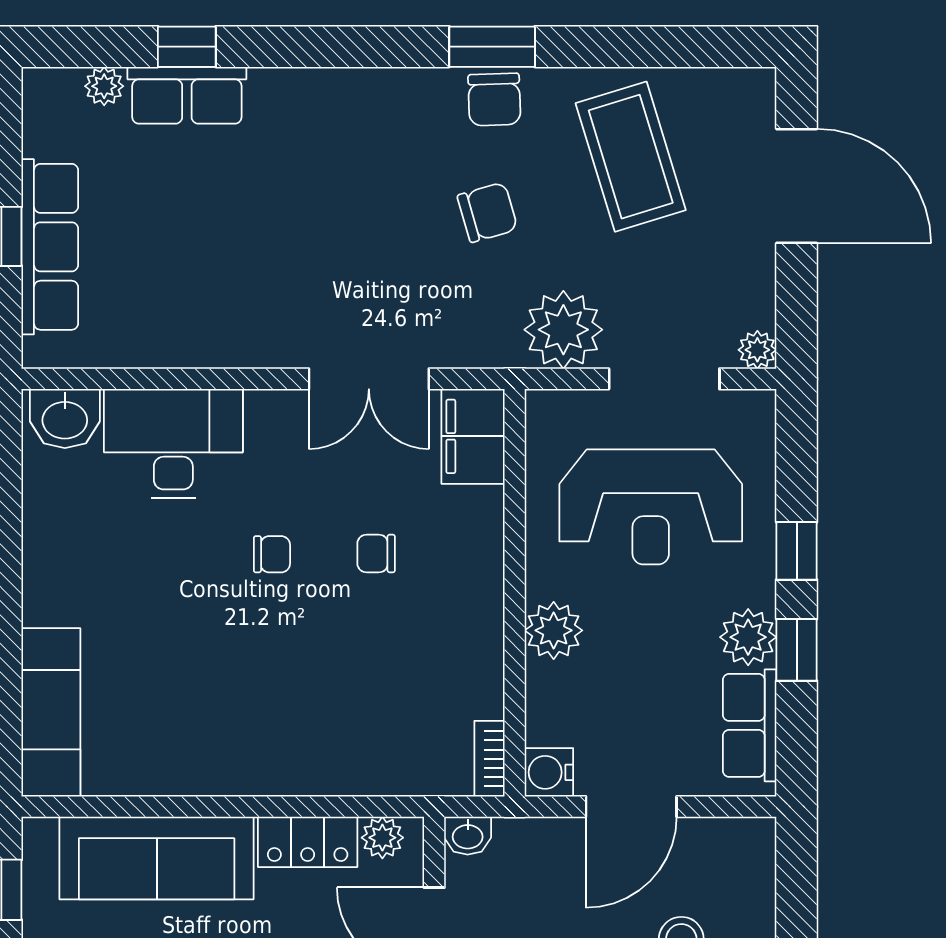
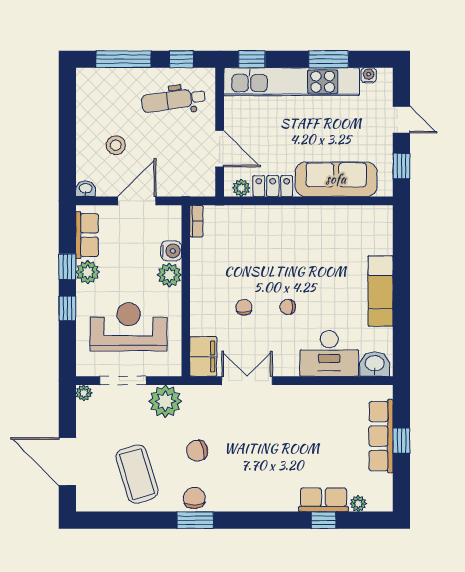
chair: (376, 553) -> (244, 307), turned -90
exam couch: (51, 712) -> (381, 291), moved
water cooler: (549, 772) -> (171, 251), moved
washbasin: (468, 836) -> (86, 189), moved

